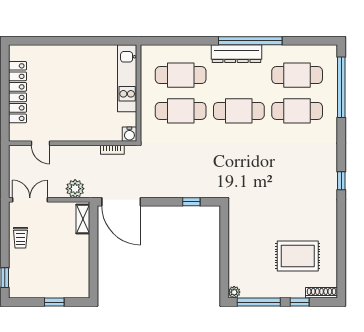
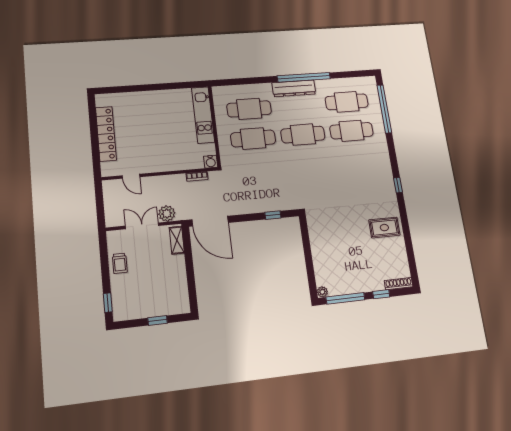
double door: (30, 200) -> (142, 226), moved
rug: (298, 256) -> (384, 228), moved, width x0.73, depth x0.70

